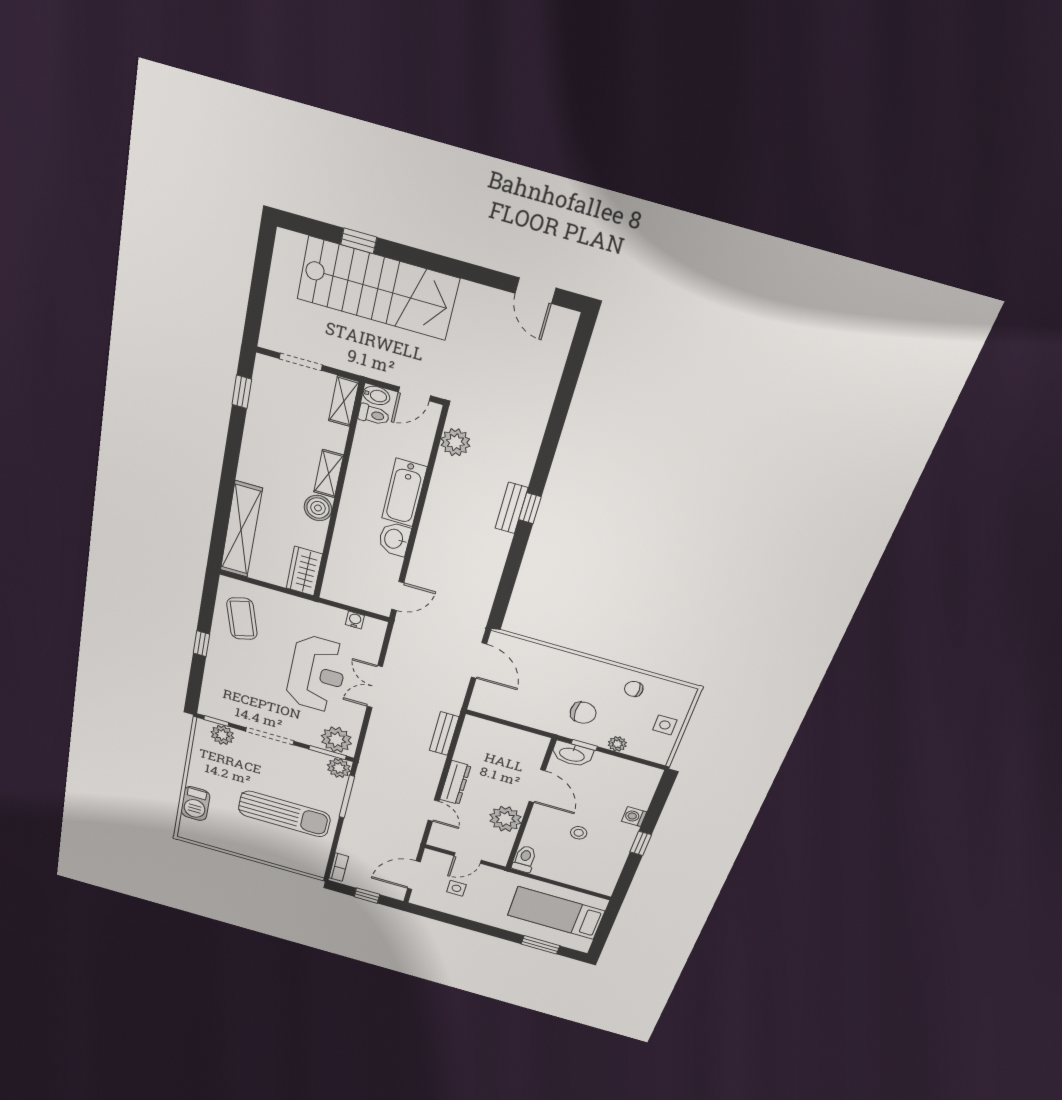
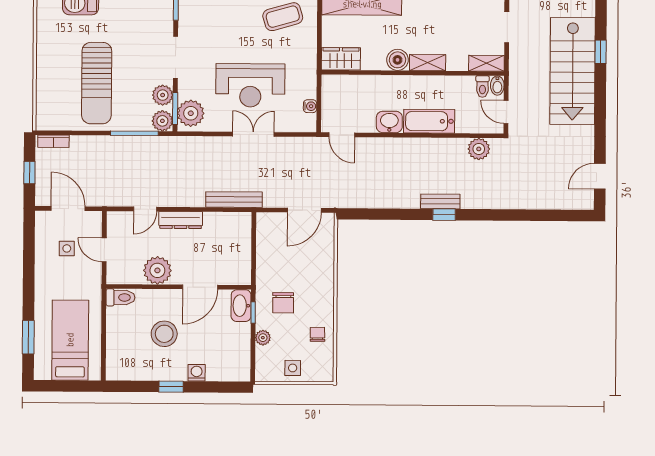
bench: (444, 734) -> (234, 200), width x1.36
plant: (222, 735) -> (163, 95), moved
stool: (579, 833) -> (164, 334), width x1.89, depth x1.89

